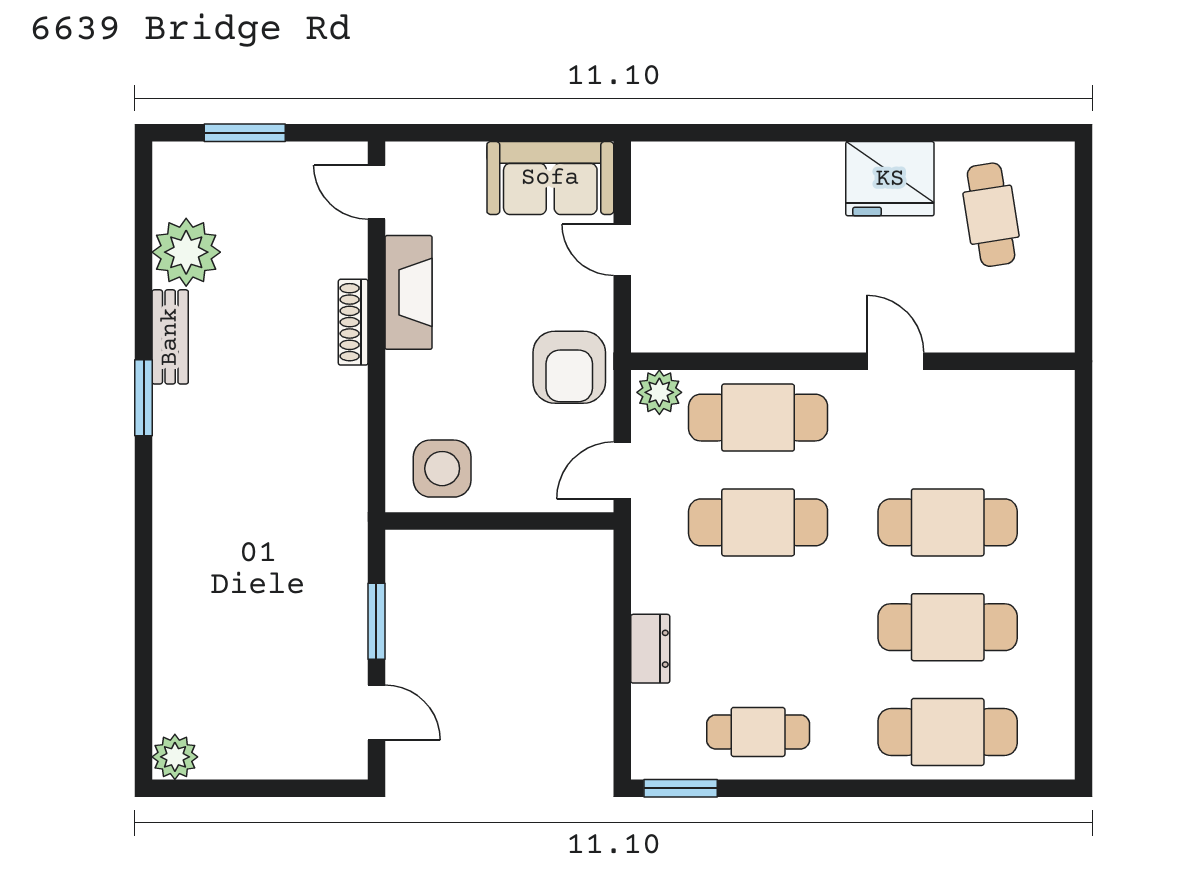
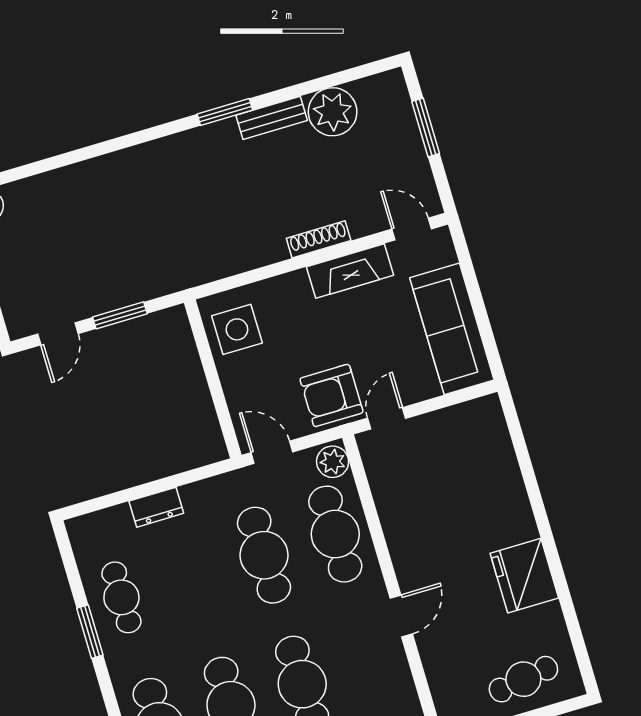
sofa: (550, 178) -> (452, 329), width x1.36
door: (376, 192) -> (412, 229), hinge flipped
cafe table: (991, 215) -> (523, 679), moved
door: (622, 250) -> (387, 418), moved
window: (681, 788) -> (90, 632), moved

